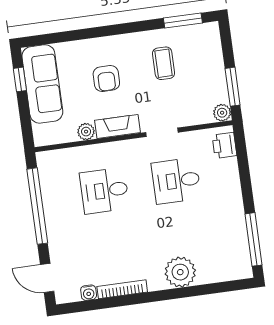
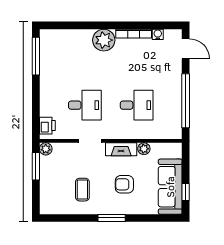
window: (183, 20) -> (112, 218), moved
armchair: (106, 78) -> (124, 184), turned -90
plant: (180, 272) -> (104, 40), moved

